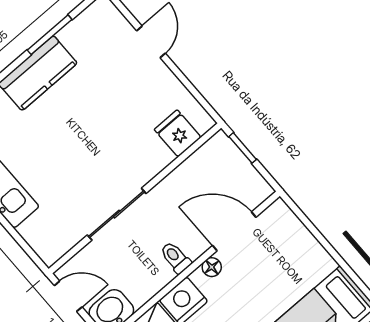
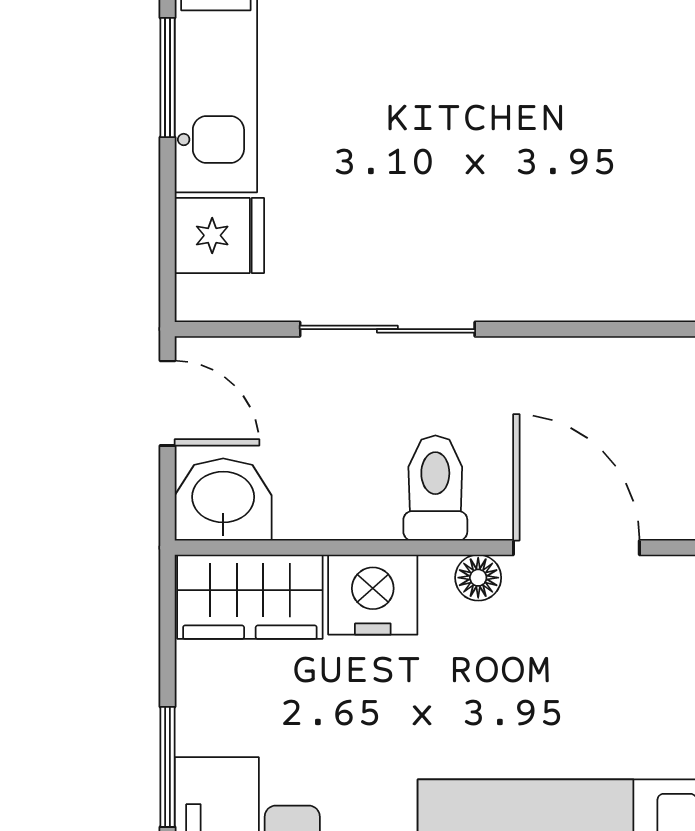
fridge: (178, 133) -> (219, 235), moved, turned 90
toilet: (176, 258) -> (435, 488), width x1.37, depth x1.39

